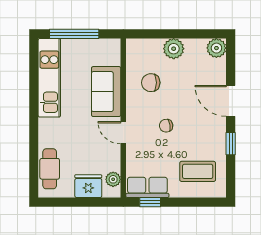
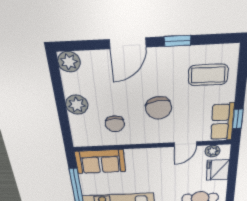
sofa: (106, 92) -> (100, 162), moved
chair: (166, 126) -> (159, 108), width x1.87, depth x1.87
door: (123, 133) -> (185, 144), moved
coffee table: (198, 171) -> (208, 75), turned 90

